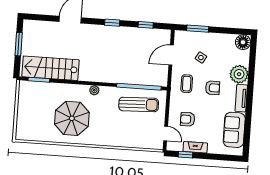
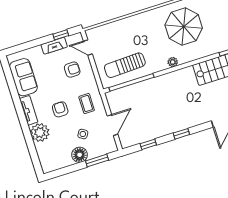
floor lamp: (243, 42) -> (80, 155), moved
armchair: (213, 88) -> (60, 109), turned 90

